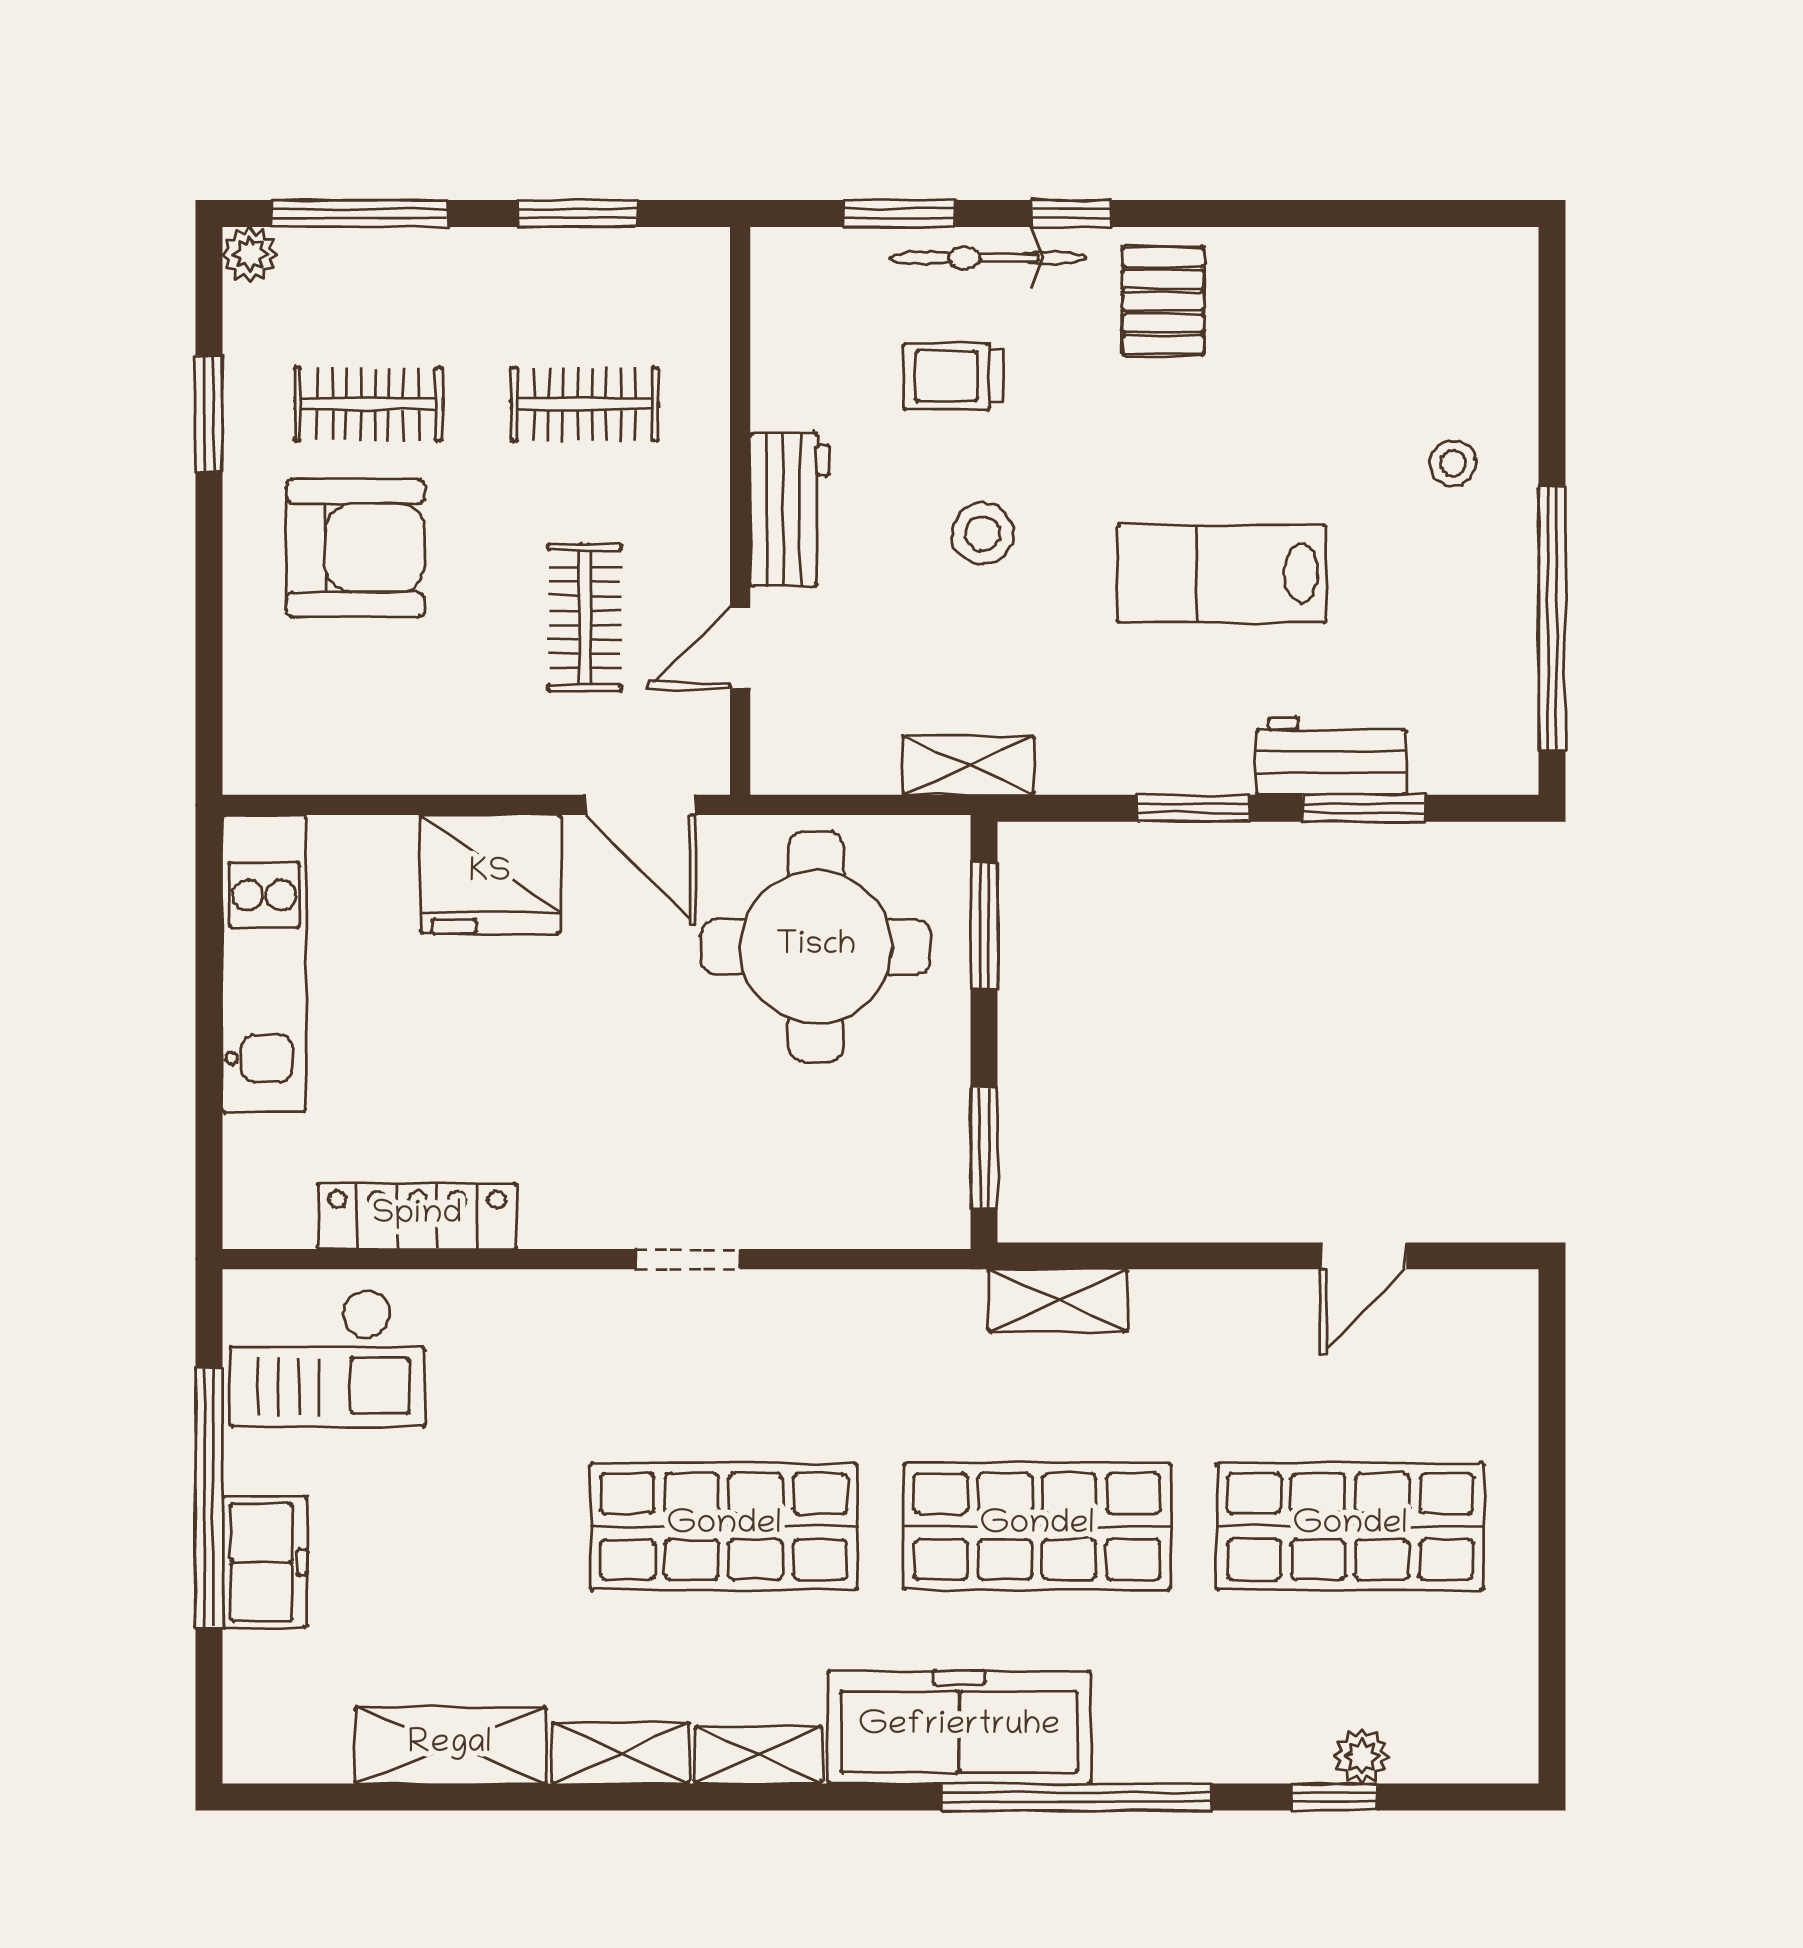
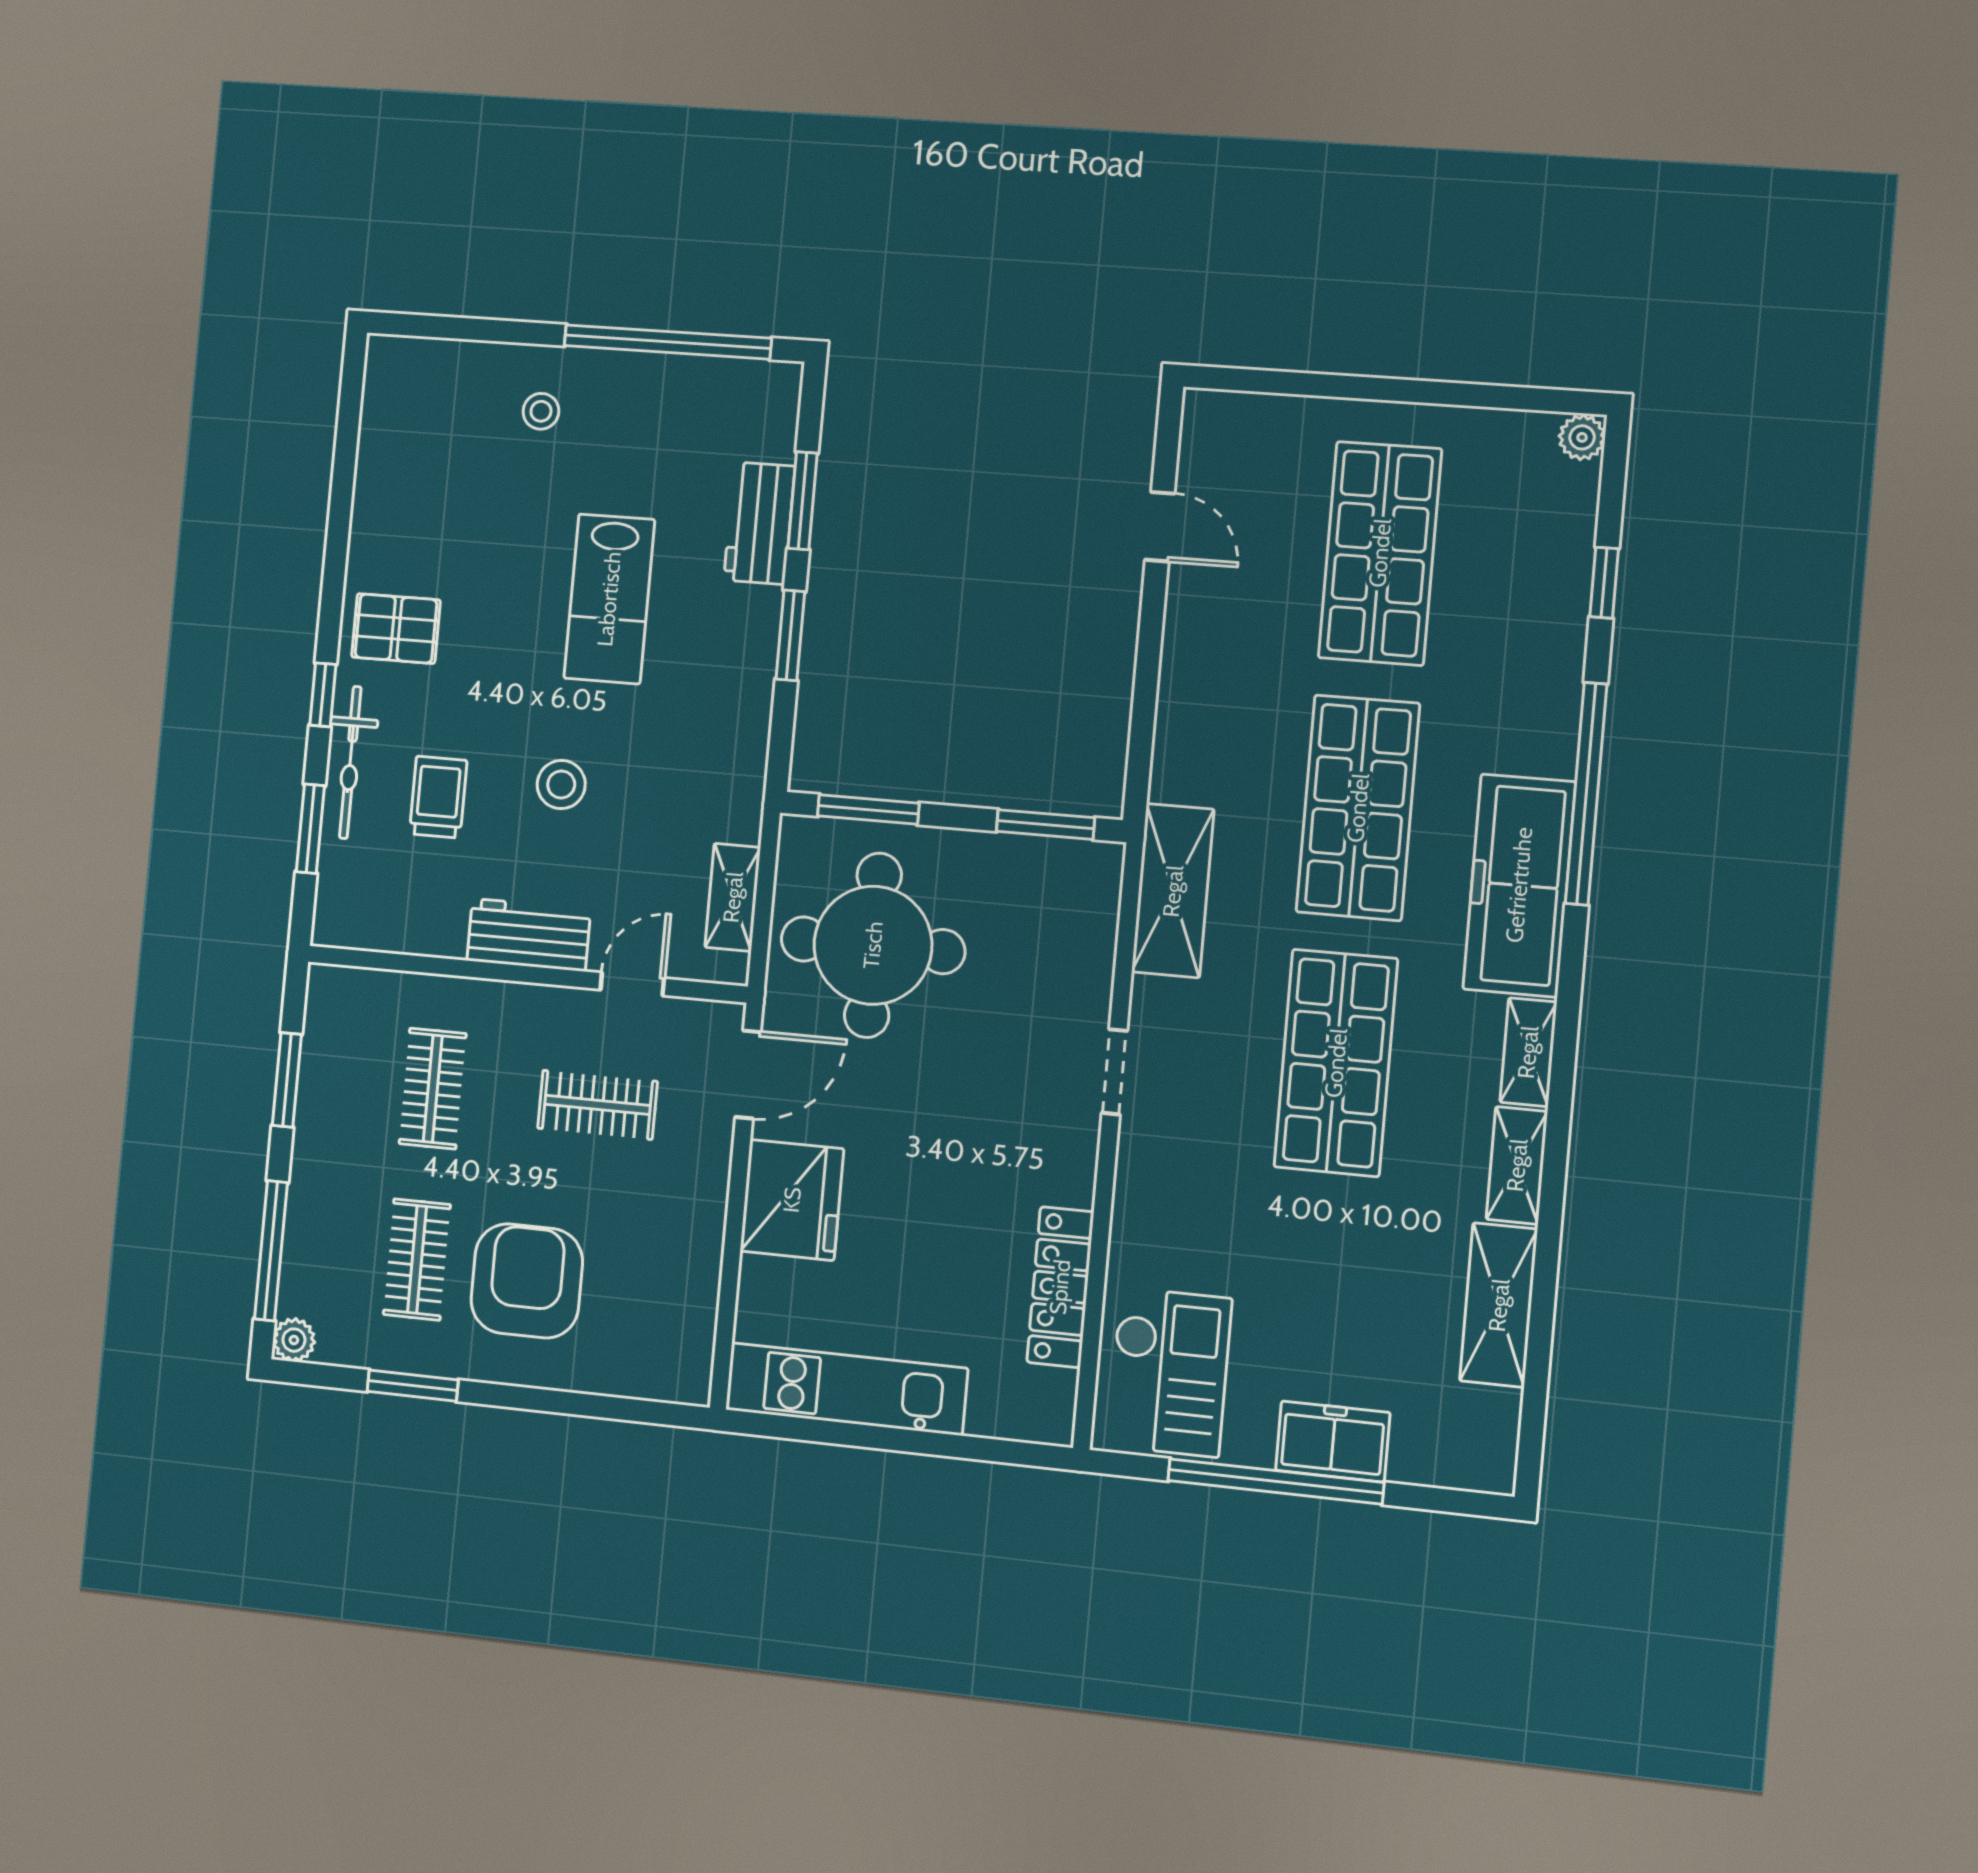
trolley: (953, 376) -> (438, 797), turned 180
door: (740, 648) -> (632, 984), swing flipped
shelving: (969, 765) -> (733, 897), moved
shelving: (1058, 1301) -> (1173, 891), moved, width x1.50, depth x1.33
plant: (1362, 1756) -> (1582, 437), moved

